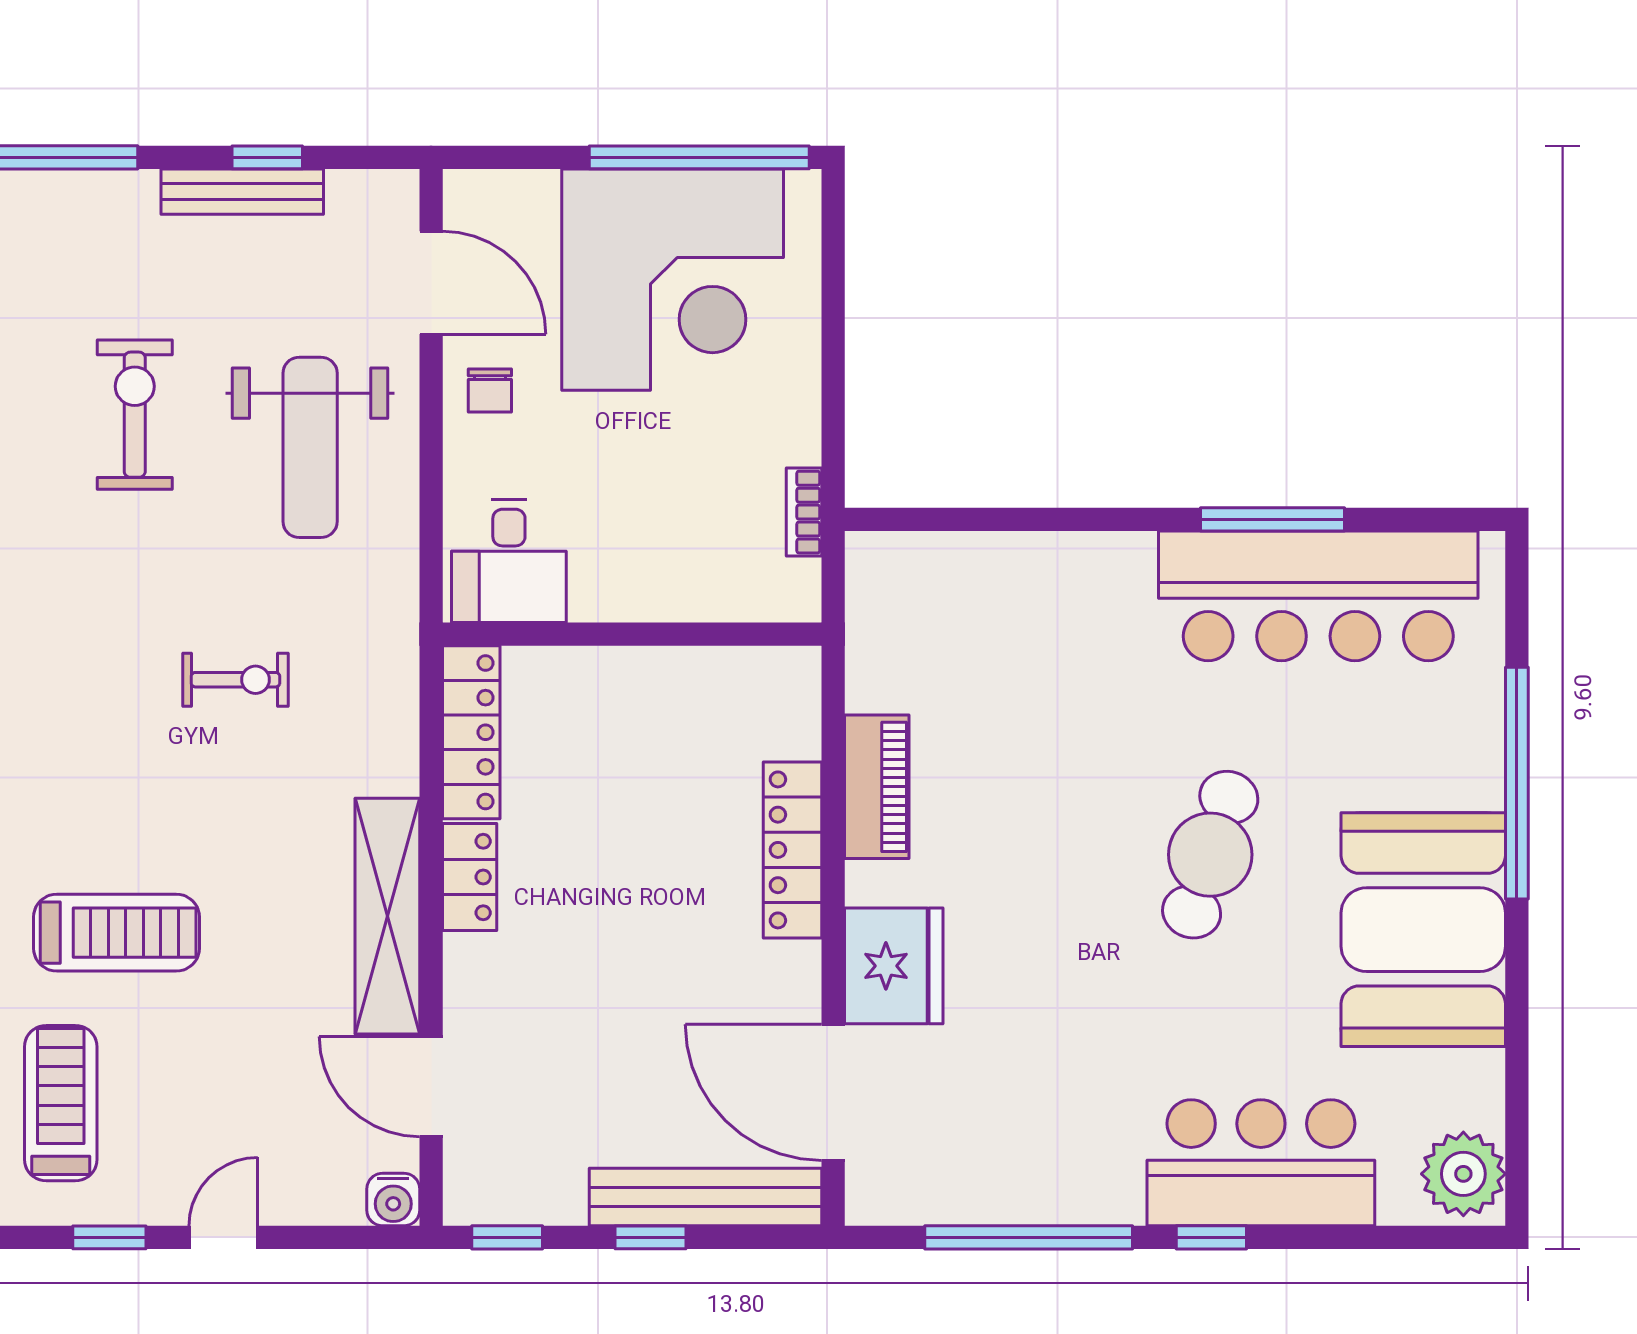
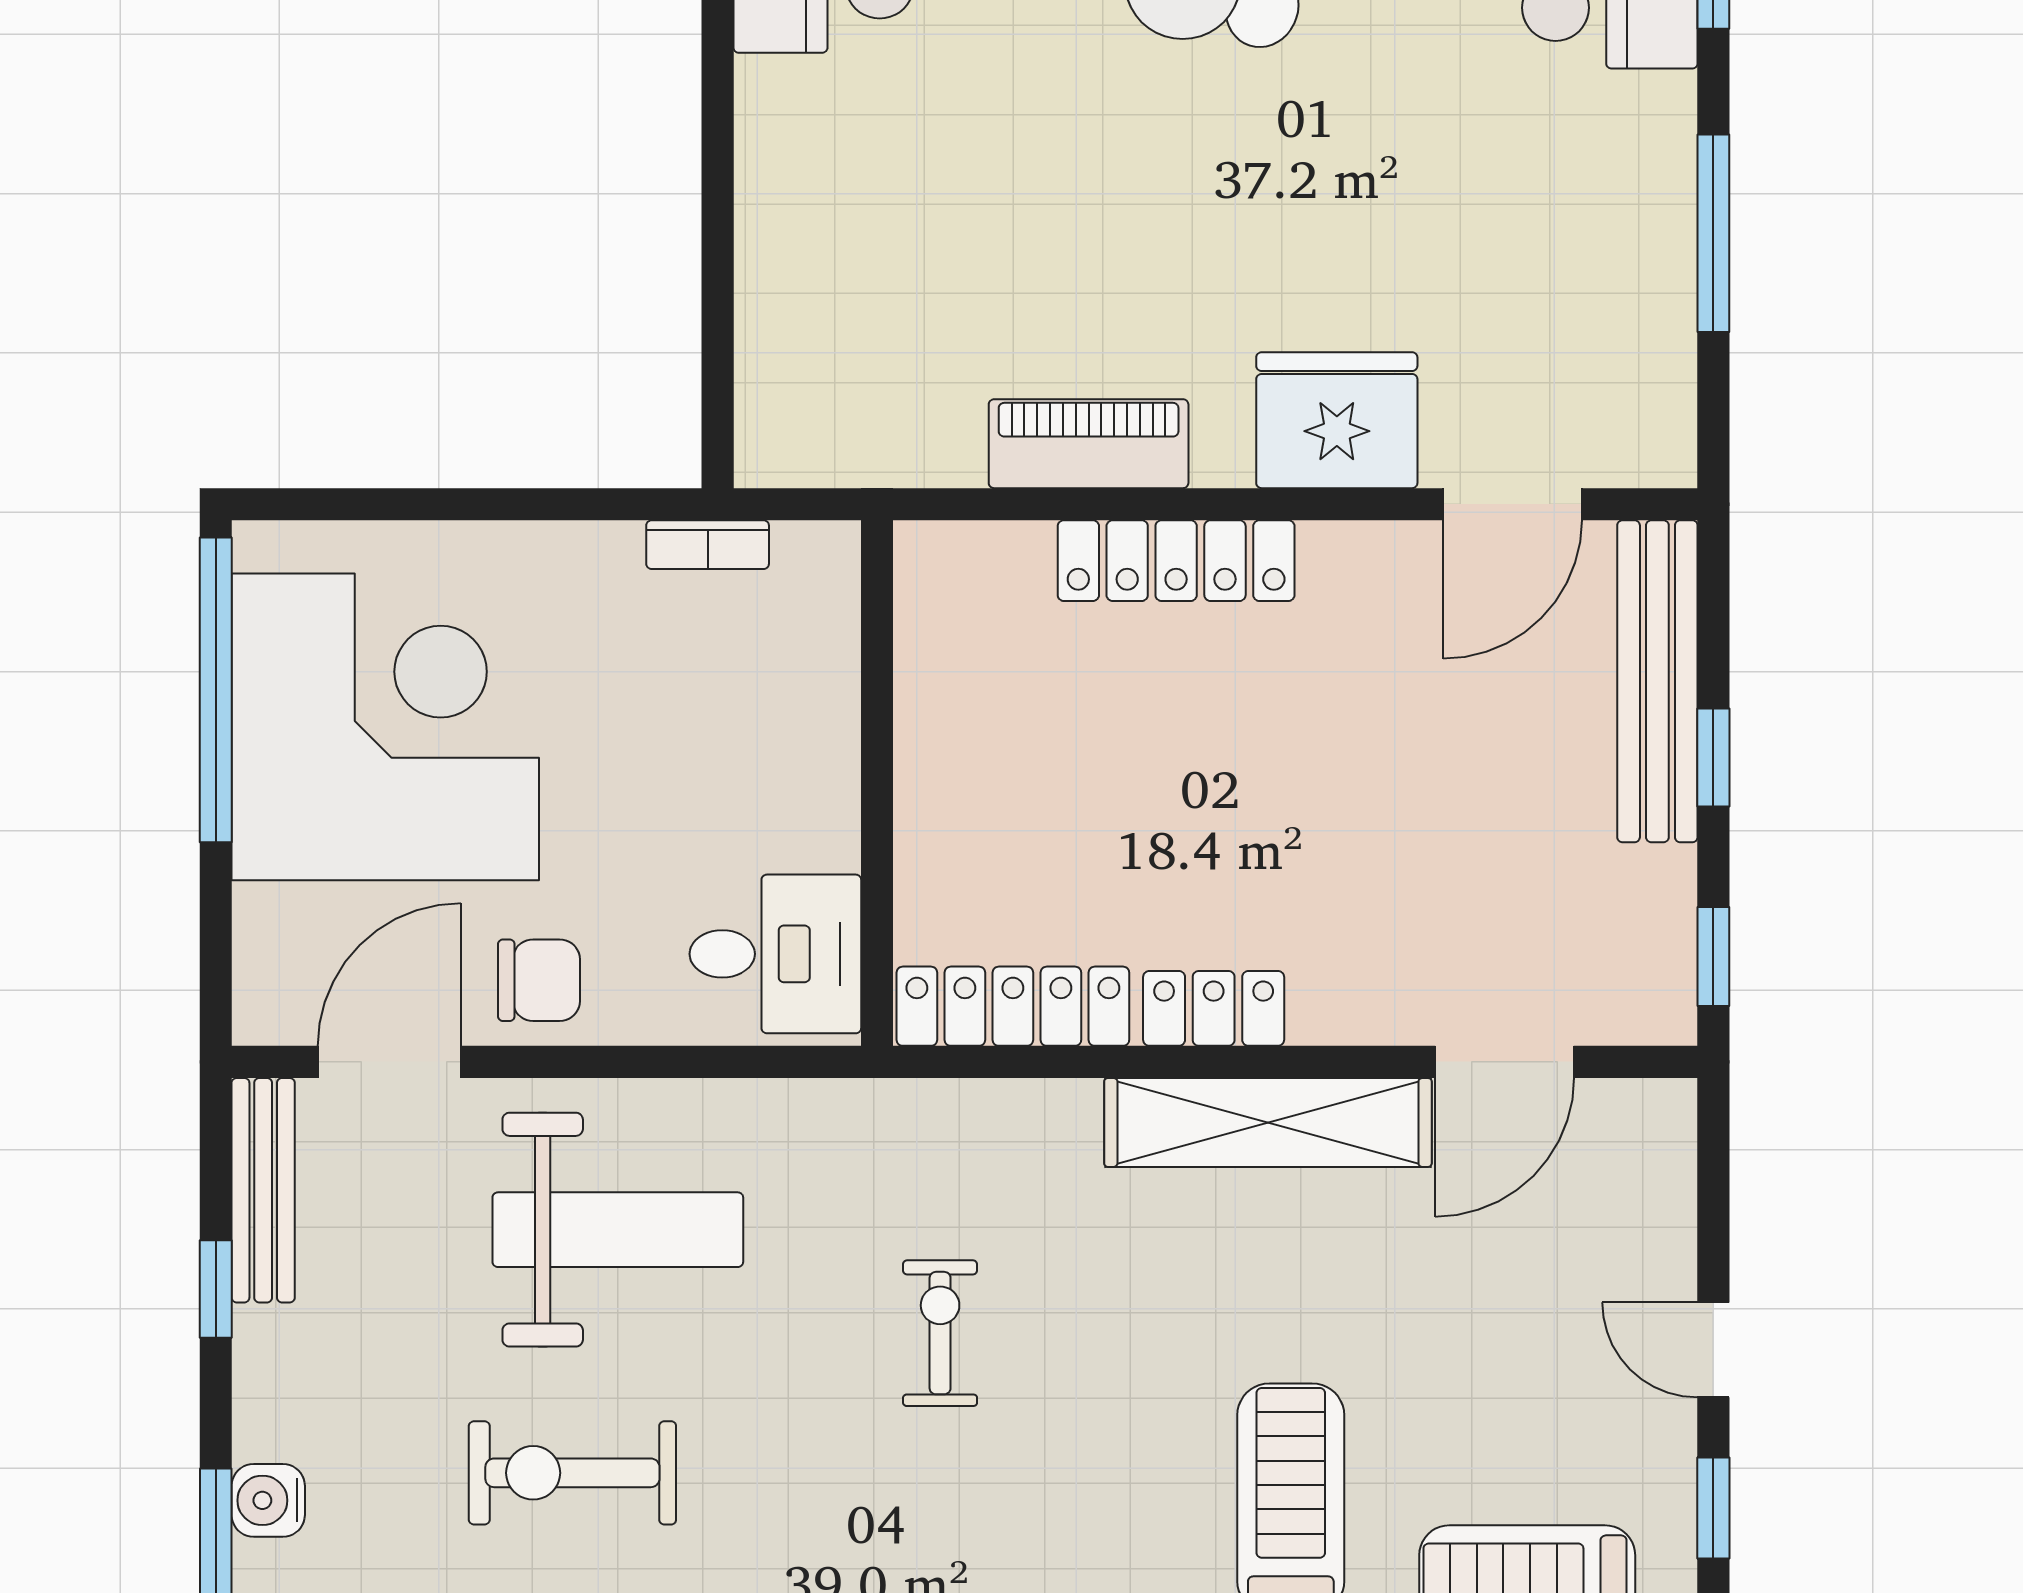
bench: (242, 192) -> (263, 1190), moved
chair: (490, 390) -> (539, 980), width x1.37, depth x1.37
door: (833, 1093) -> (1513, 504), width x0.73
water cooler: (393, 1200) -> (268, 1500), moved, turned 180
window: (1029, 1237) -> (1713, 233), width x0.68

